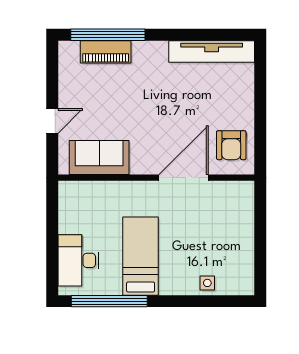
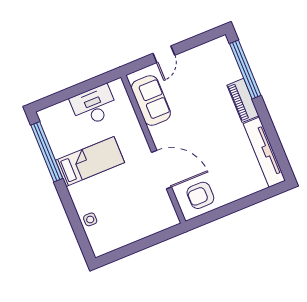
piano: (106, 52) -> (243, 100), moved
door: (52, 121) -> (164, 54), hinge flipped
desk: (78, 260) -> (94, 106), moved

